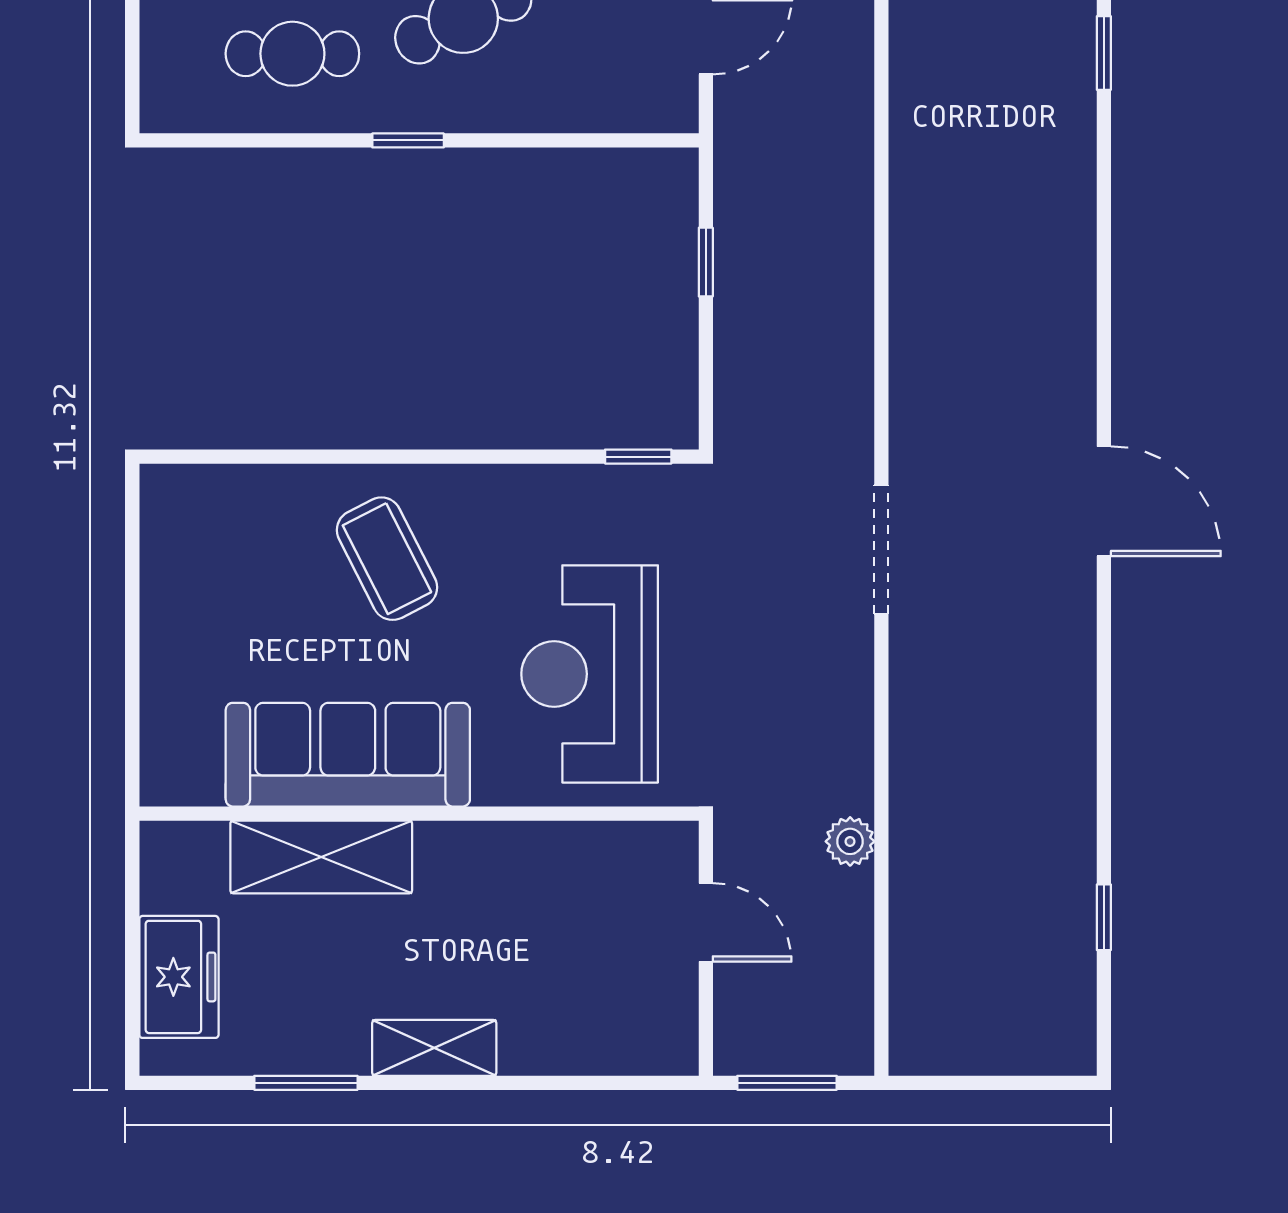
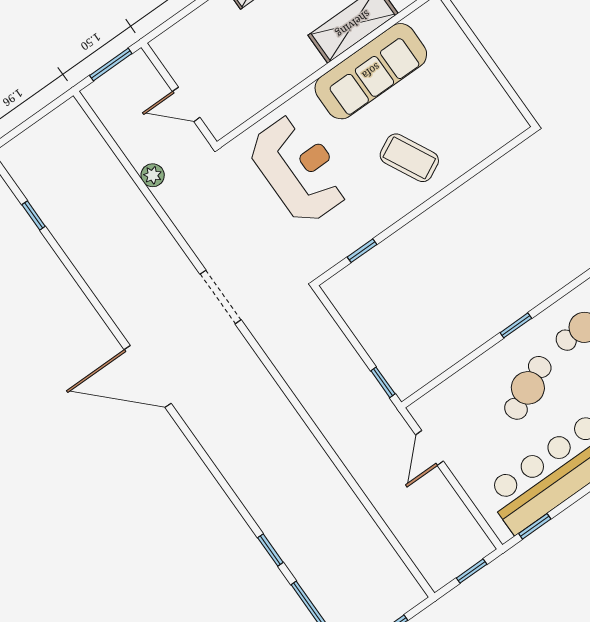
window: (706, 262) -> (383, 382), moved
window: (638, 457) -> (362, 251), moved
door: (1104, 501) -> (148, 377), width x1.36

